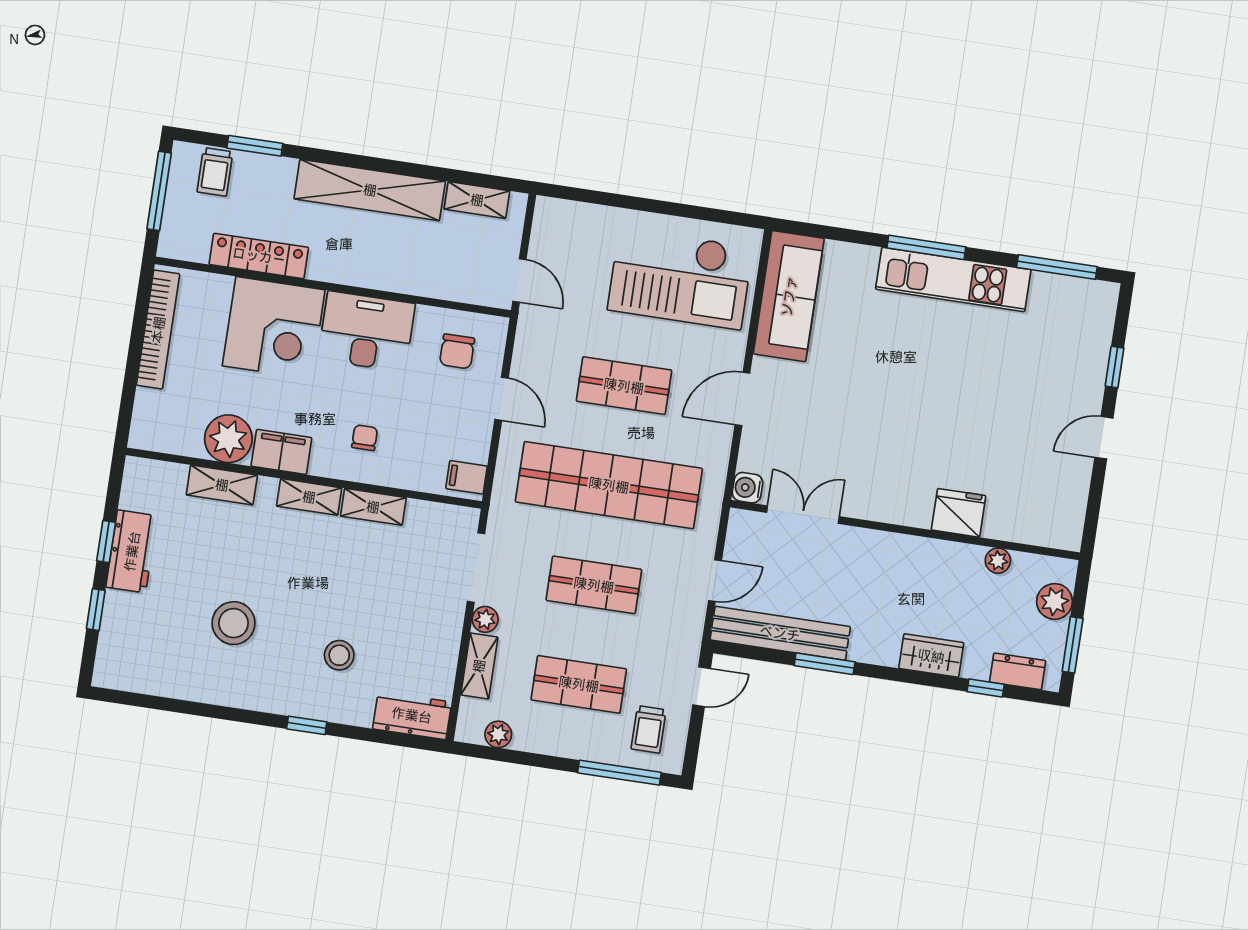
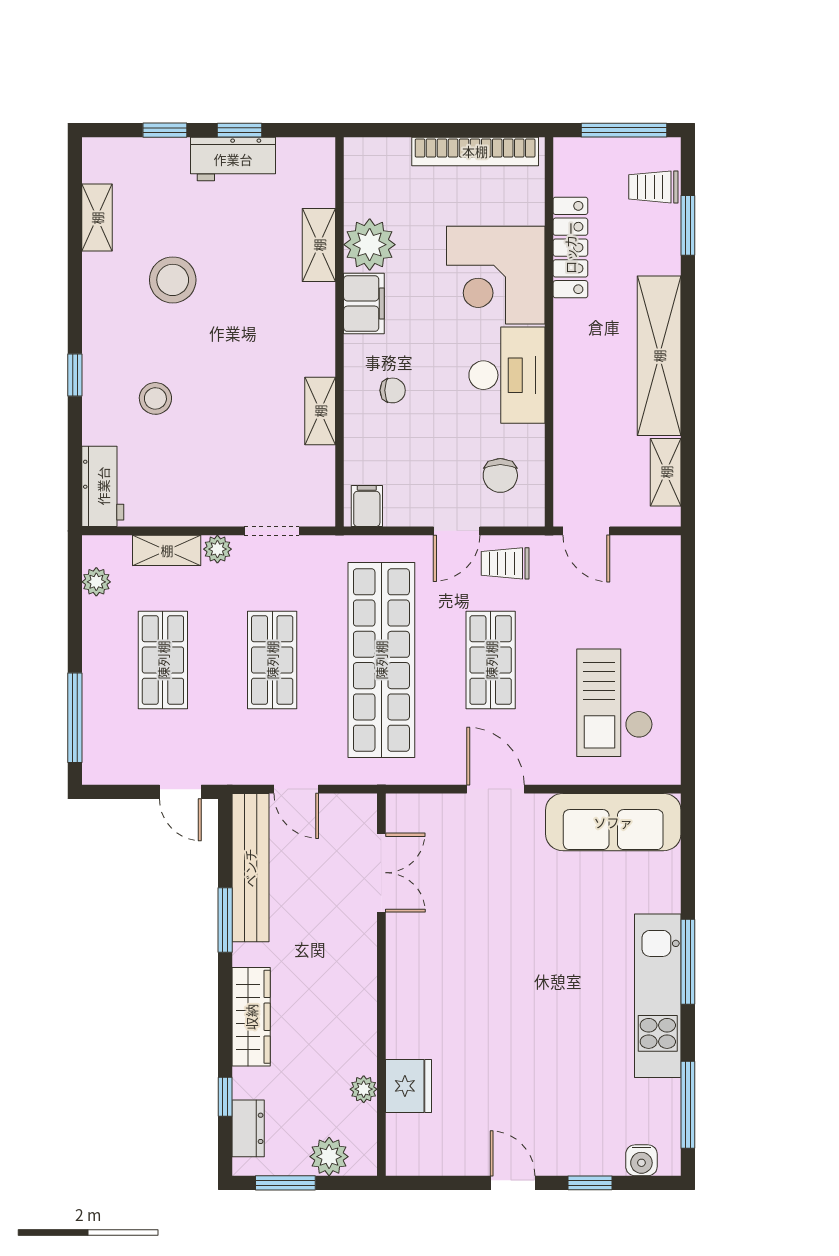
checkout: (680, 278) -> (615, 703), width x0.73, depth x0.83
door: (519, 281) -> (586, 531), hinge flipped
chair: (457, 351) -> (500, 475), turned -90
water cooler: (747, 488) -> (641, 1160), moved, turned 180
shelving: (309, 497) -> (97, 218), moved
fridge: (959, 513) -> (408, 1086), moved
doorway: (476, 568) -> (272, 531), width x0.73
wardrobe: (931, 656) -> (251, 1017), width x1.50
trolley: (649, 729) -> (505, 563), moved

